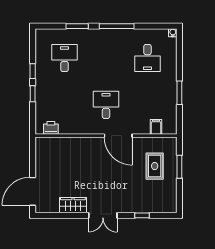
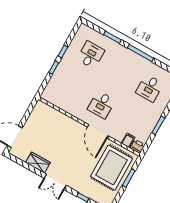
desk: (106, 105) -> (101, 105), turned 180
printer: (51, 128) -> (137, 146), moved
rug: (155, 166) -> (112, 168), width x1.86, depth x2.06

